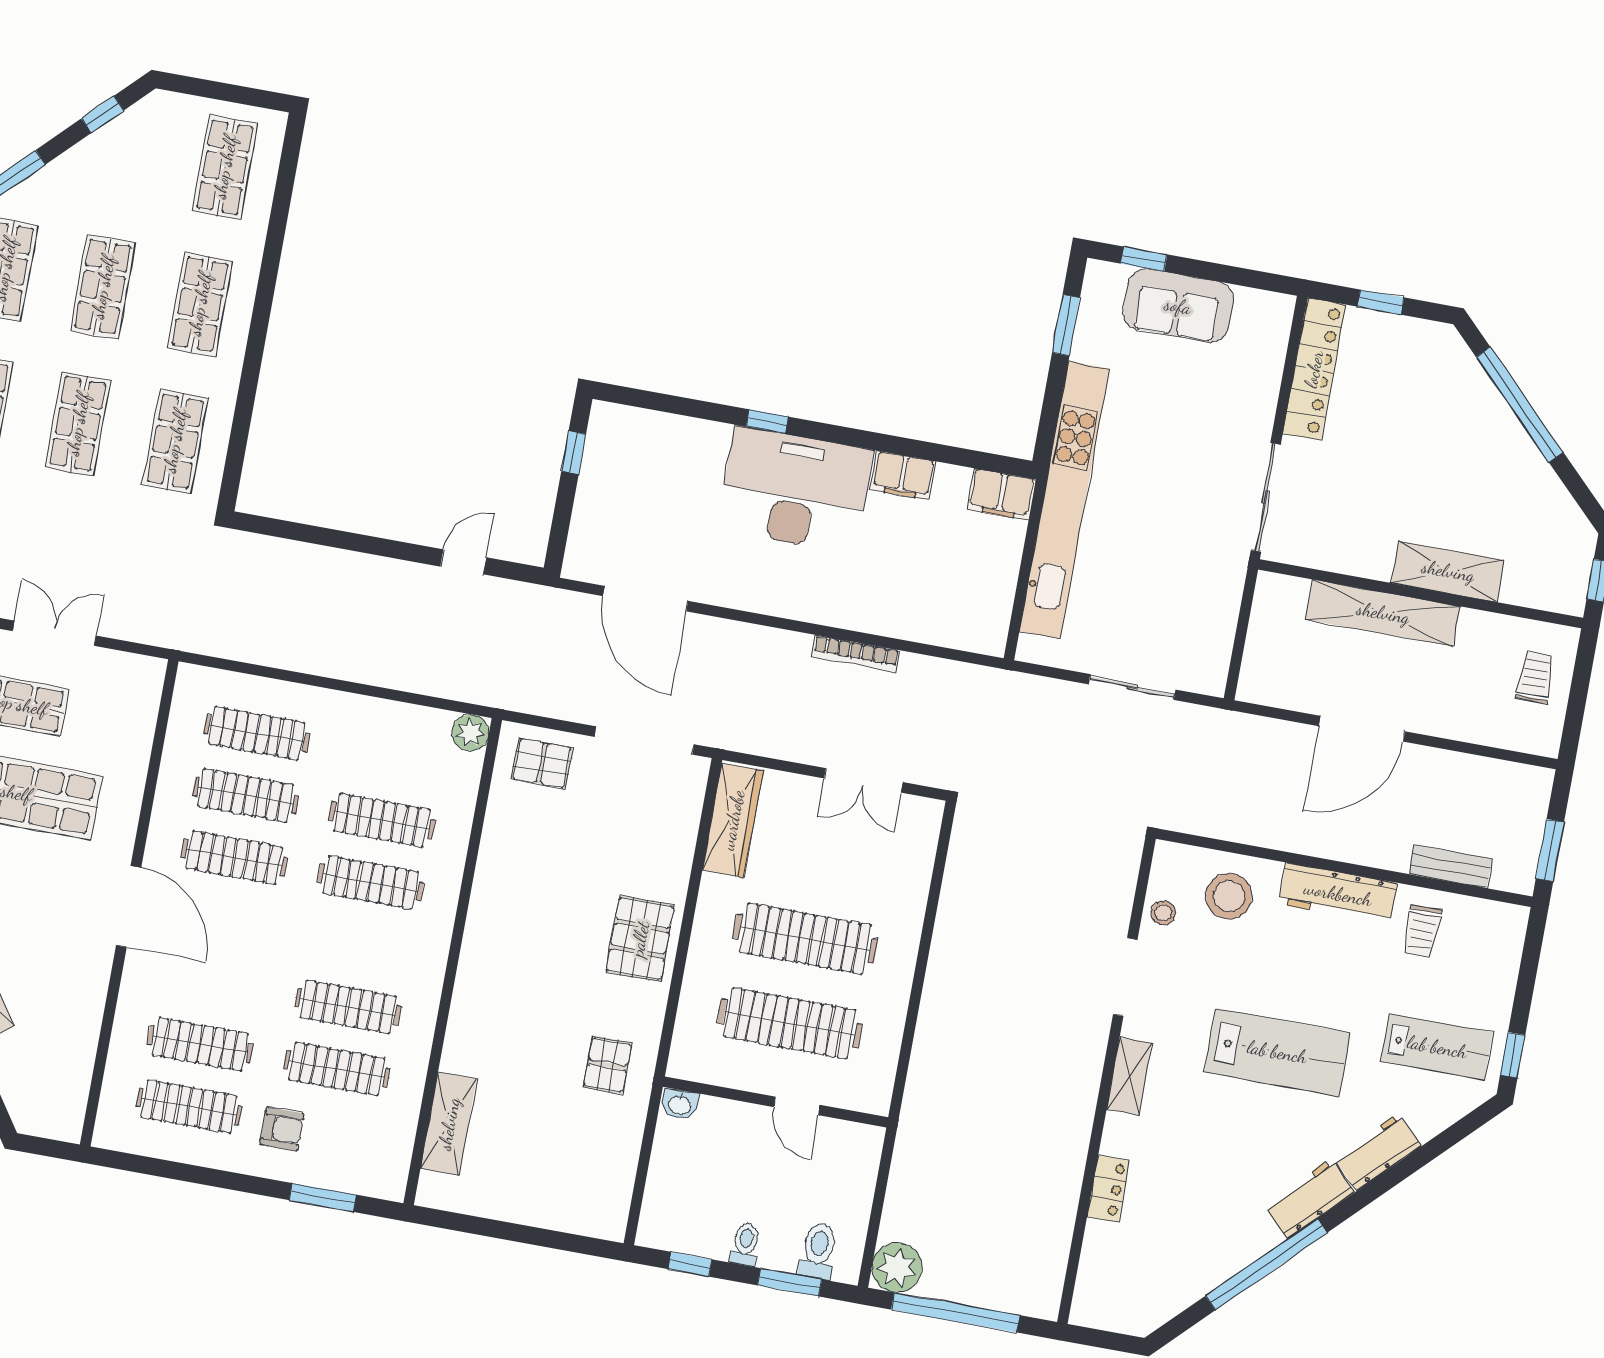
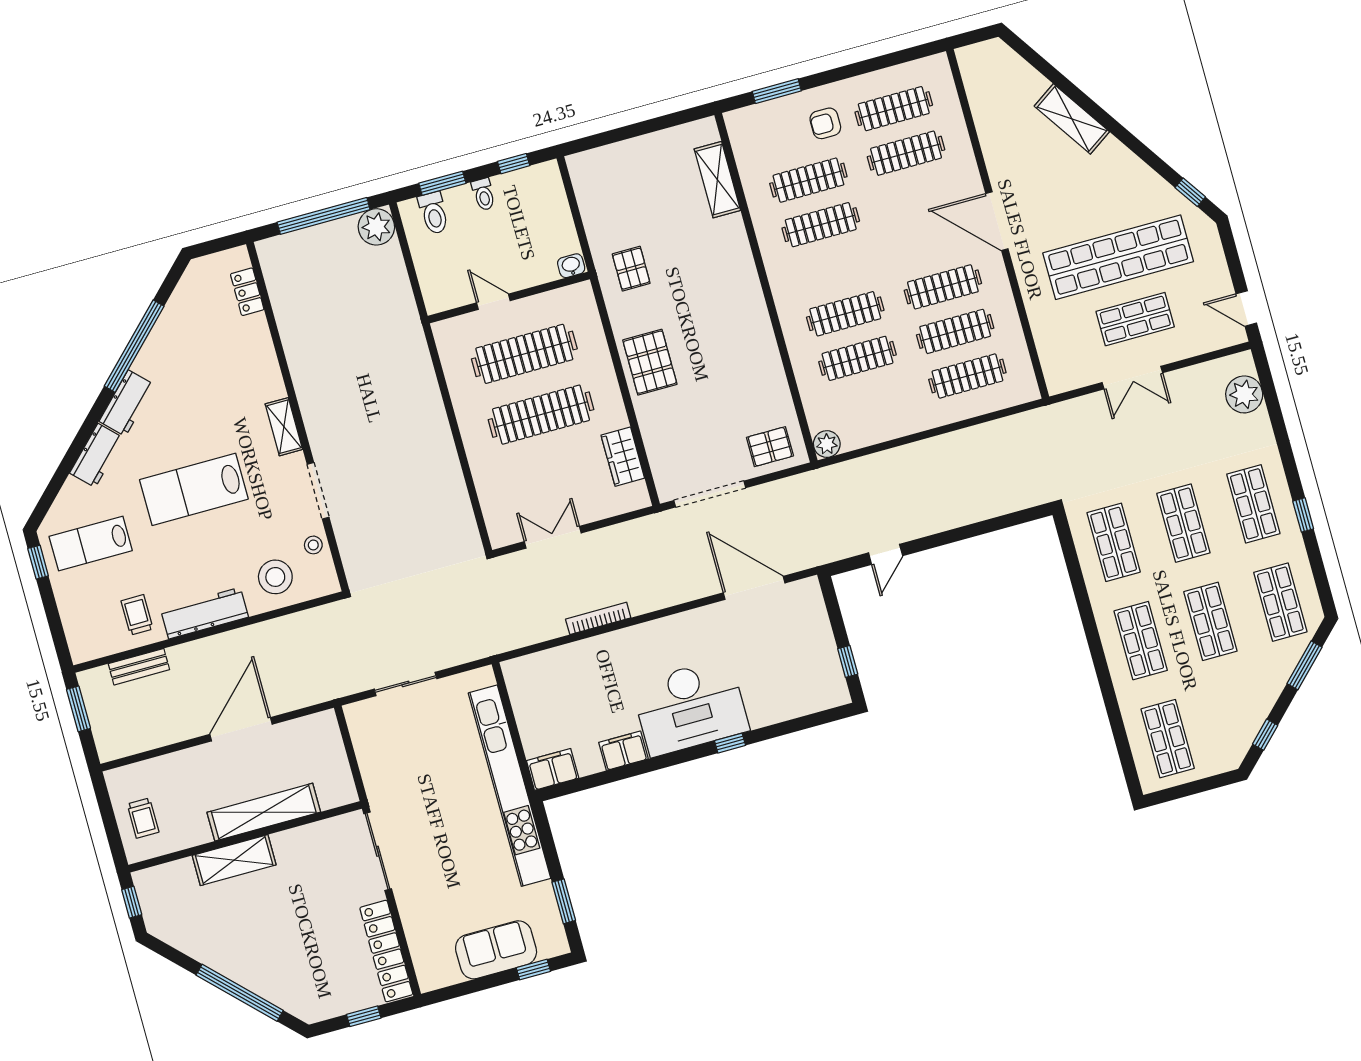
wardrobe: (733, 820) -> (623, 457), width x0.67
locker: (1108, 1189) -> (247, 292), moved

